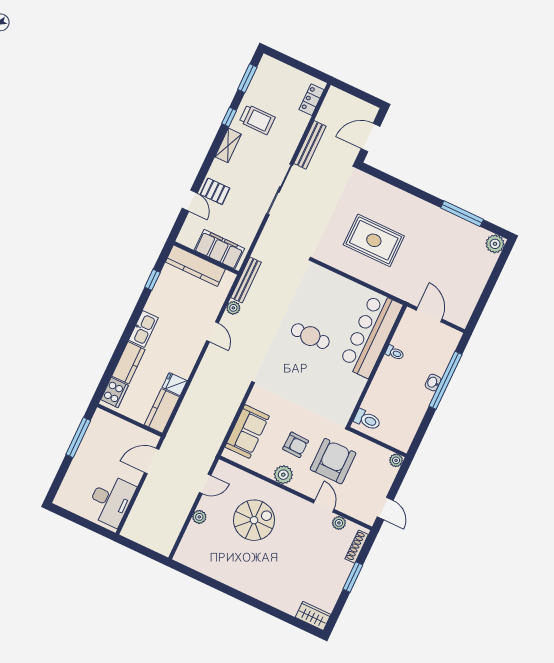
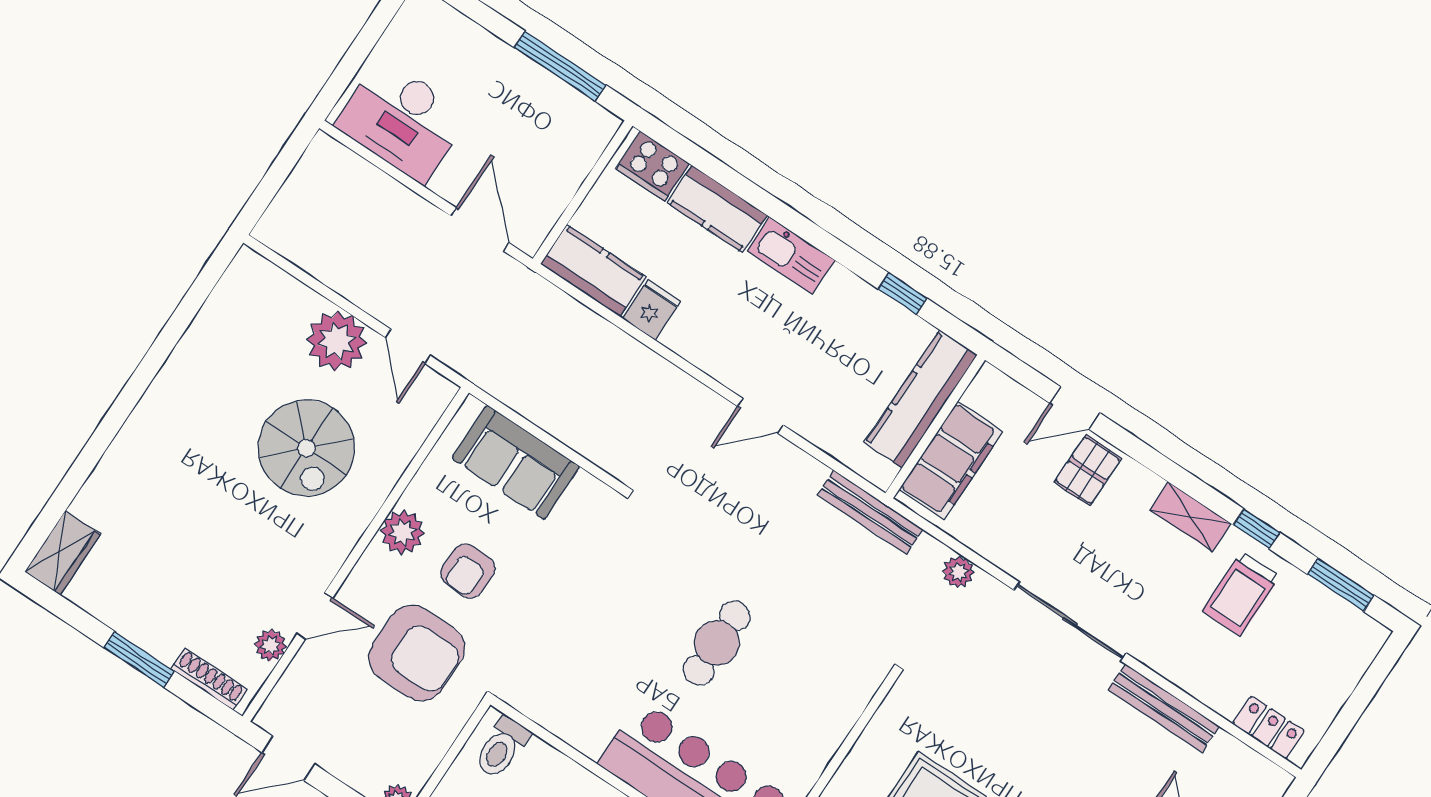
plant: (233, 308) -> (958, 572), moved
plant: (199, 517) -> (337, 341), width x1.87, depth x1.87

